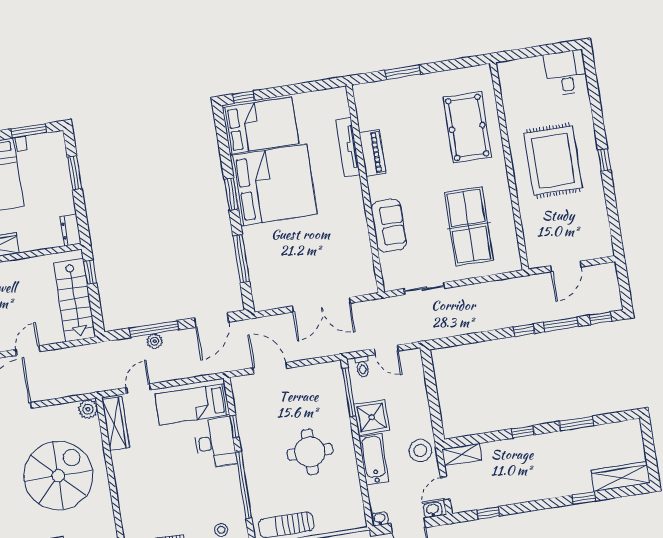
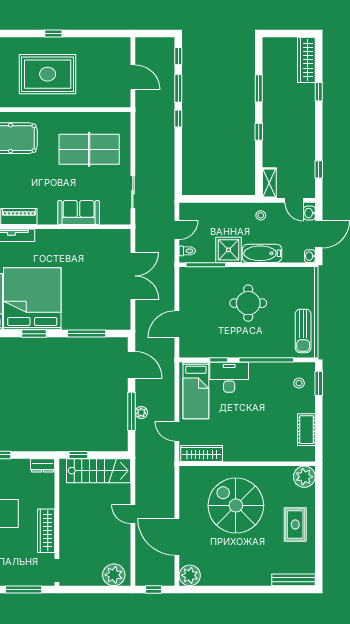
plant: (88, 409) -> (187, 474), removed
stool: (420, 450) -> (261, 215), width x0.53, depth x0.53

